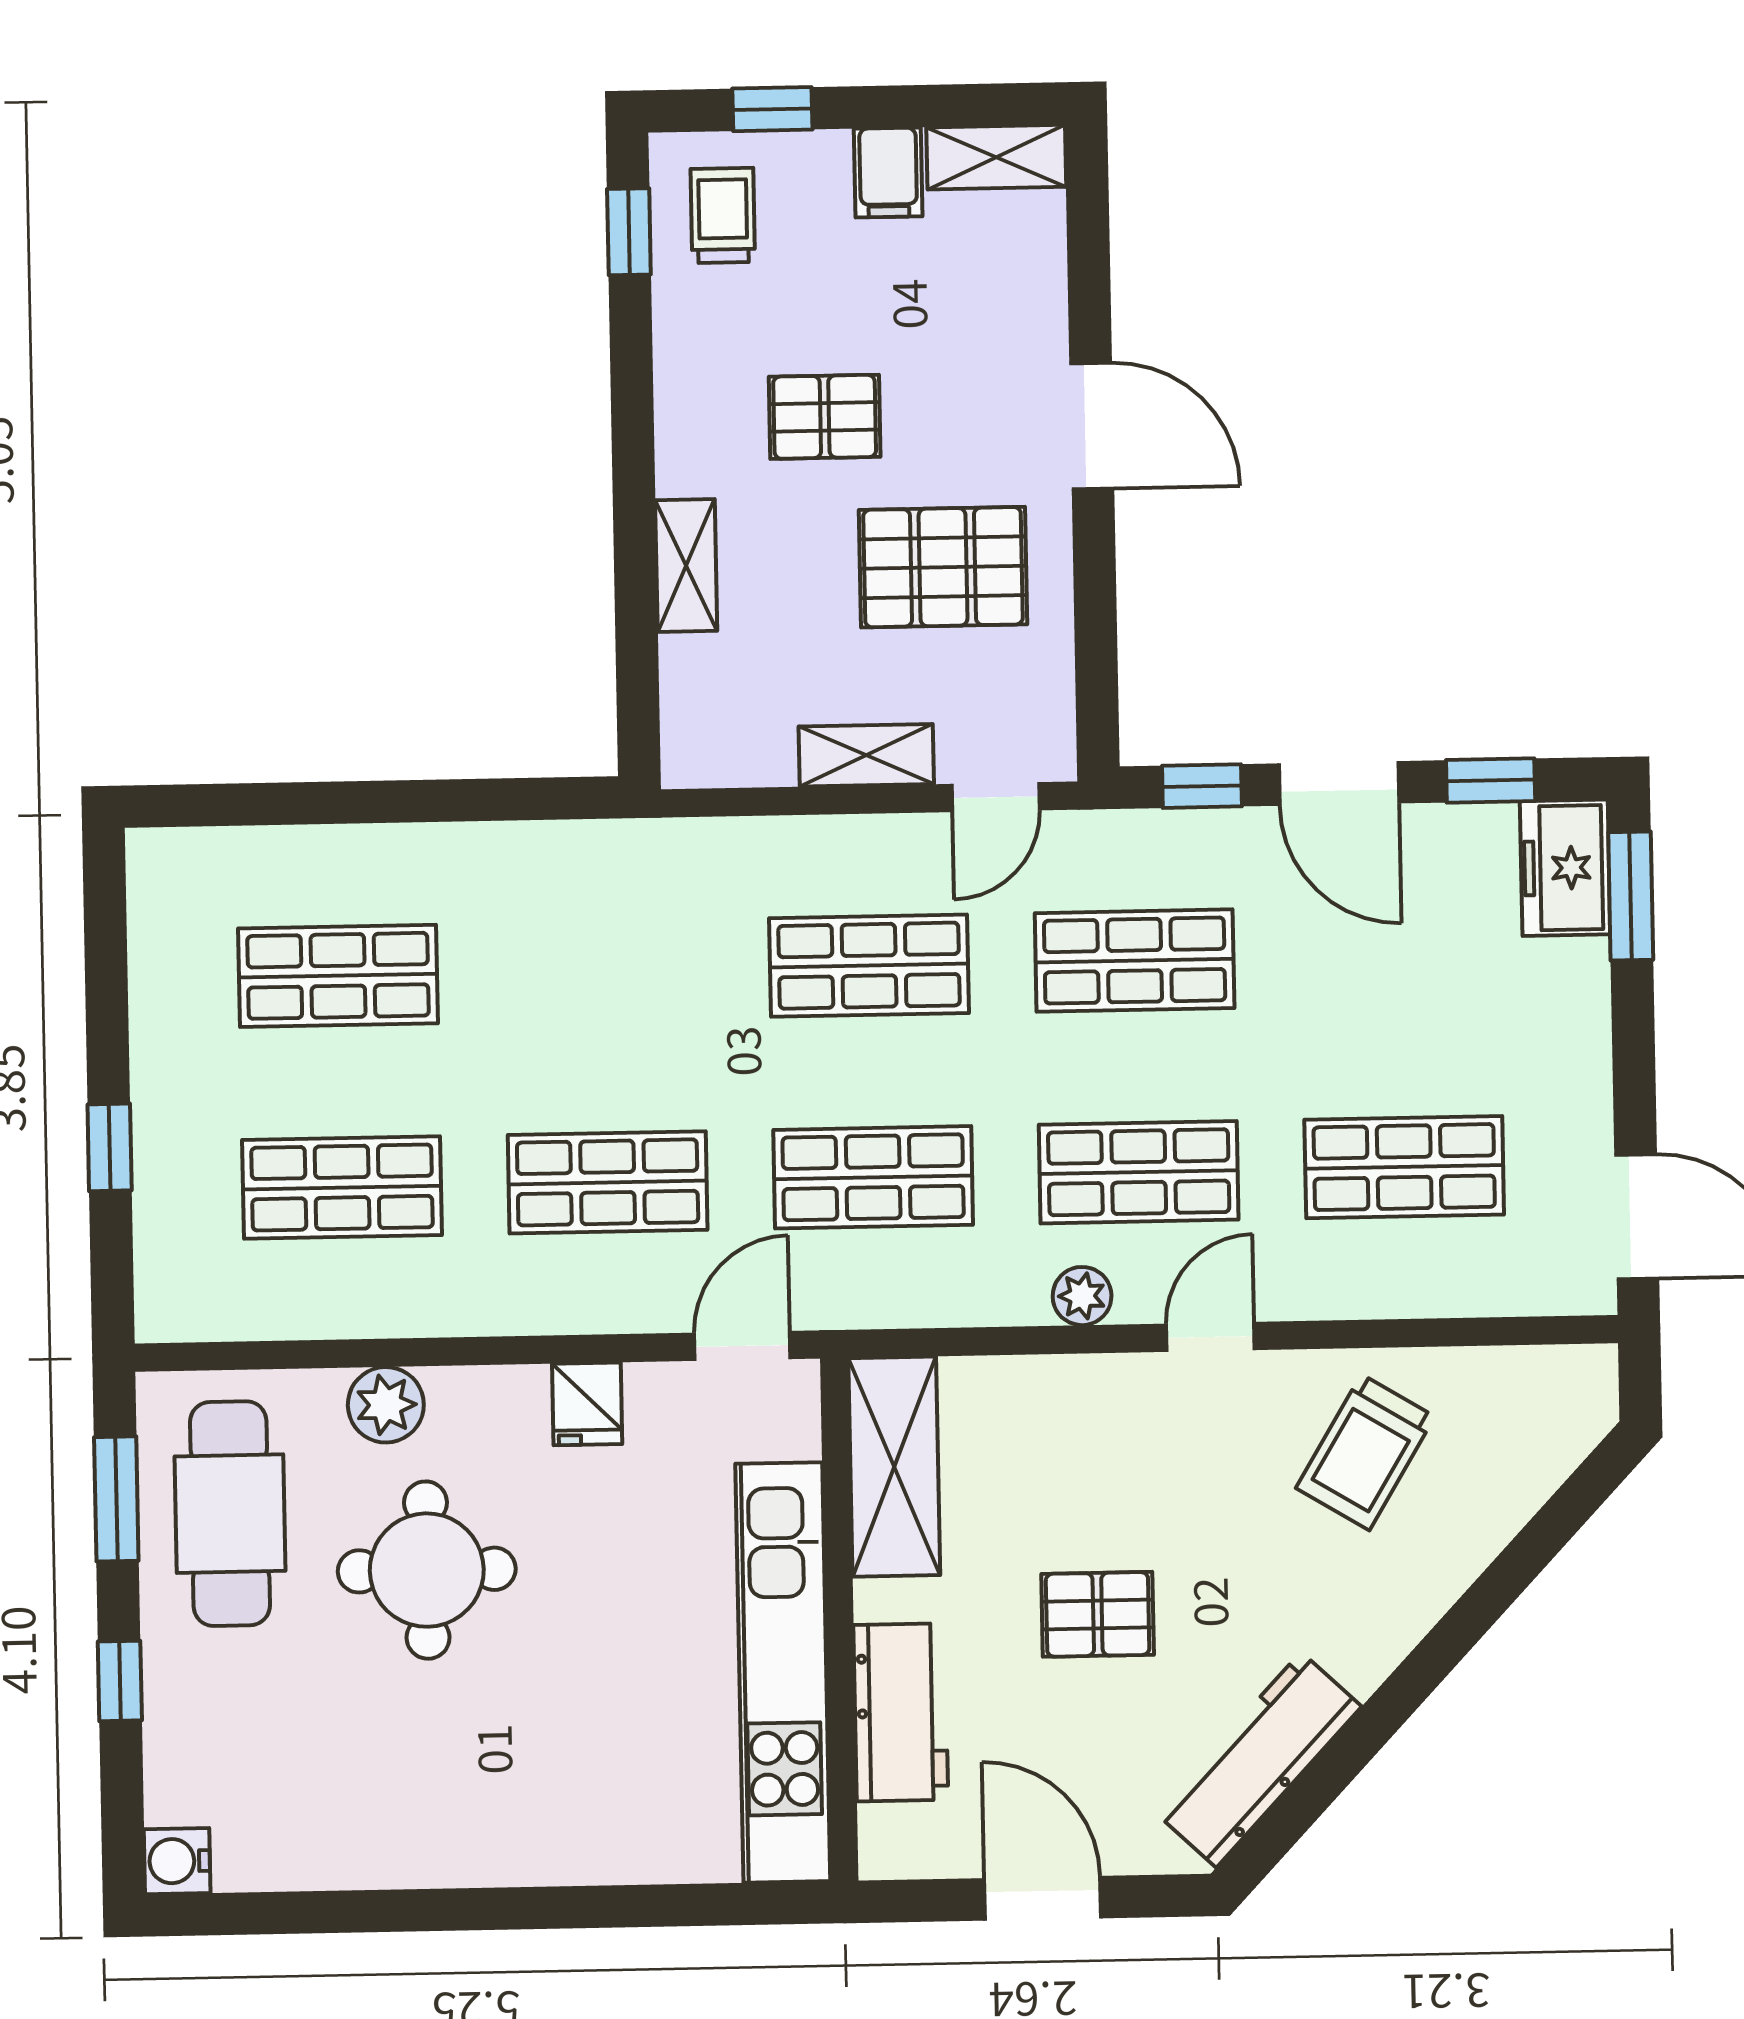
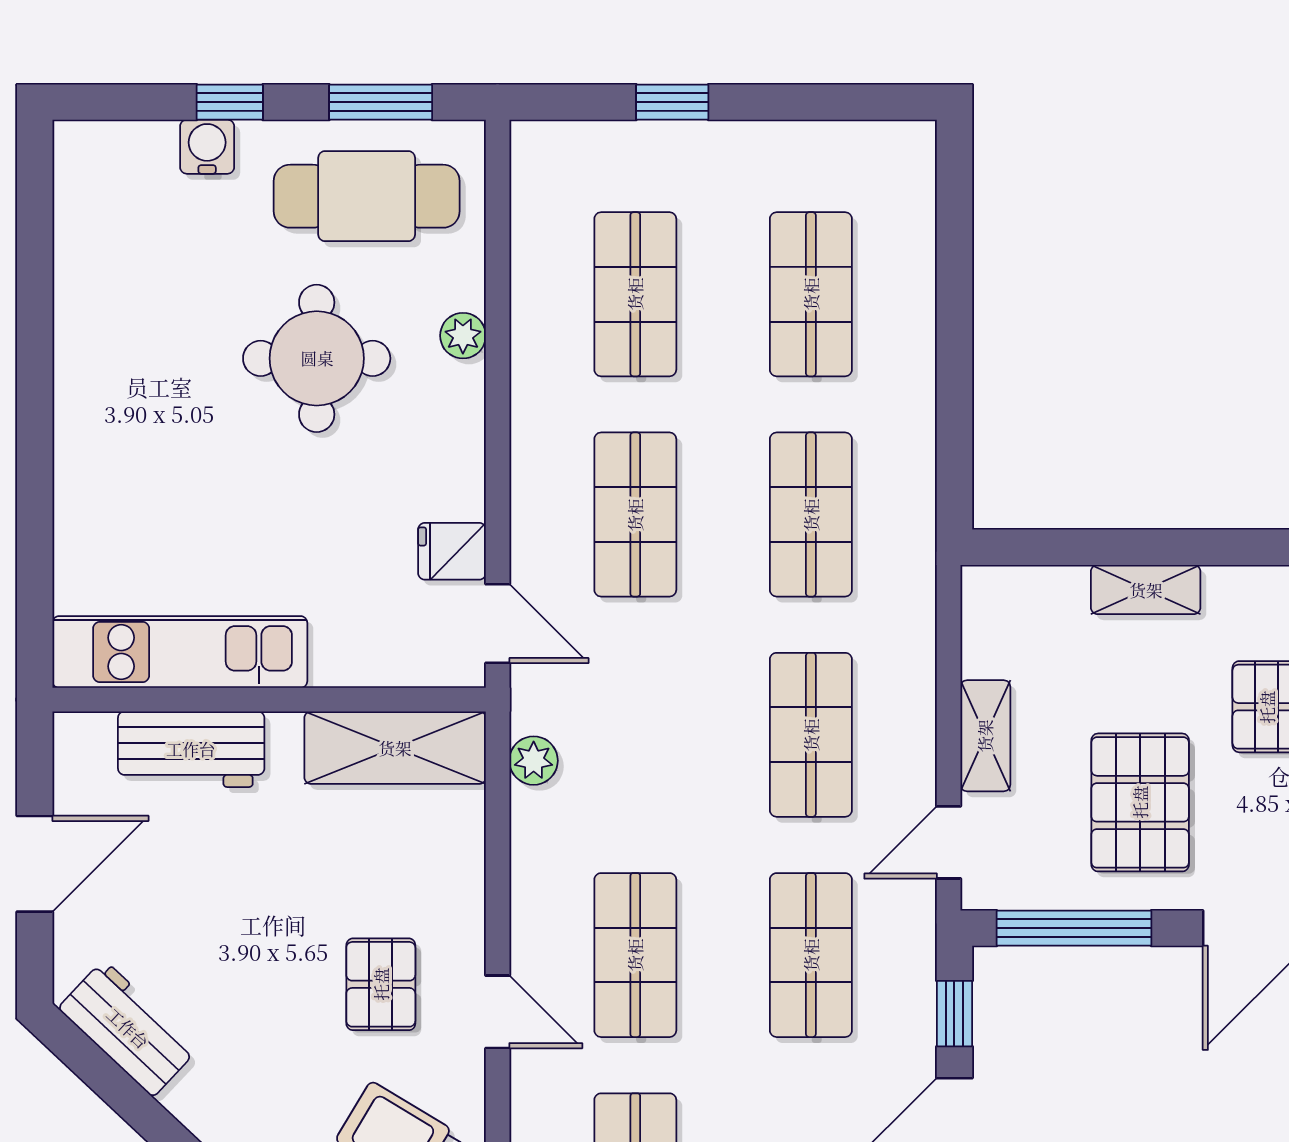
window: (1096, 644) -> (1074, 928), added
door: (996, 797) -> (949, 842), hinge flipped
shop shelf: (873, 1177) -> (811, 515), moved
plant: (1082, 1296) -> (534, 761), moved
fridge: (587, 1404) -> (452, 551), moved
plant: (386, 1405) -> (463, 336), width x0.73, depth x0.73
pallet: (1098, 1614) -> (381, 984), moved
kitchen unit: (783, 1672) -> (180, 652), width x0.73
workbench: (1259, 1760) -> (128, 1028), width x0.73
water cooler: (177, 1861) -> (207, 147), moved

